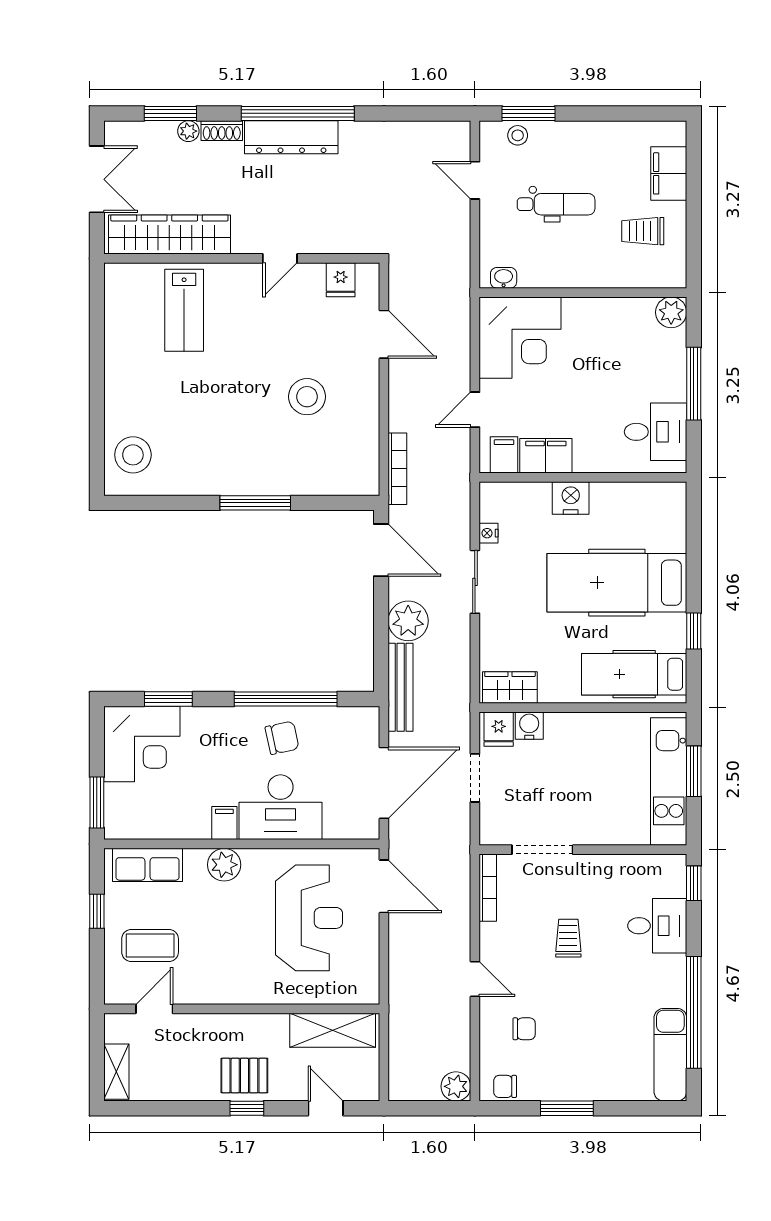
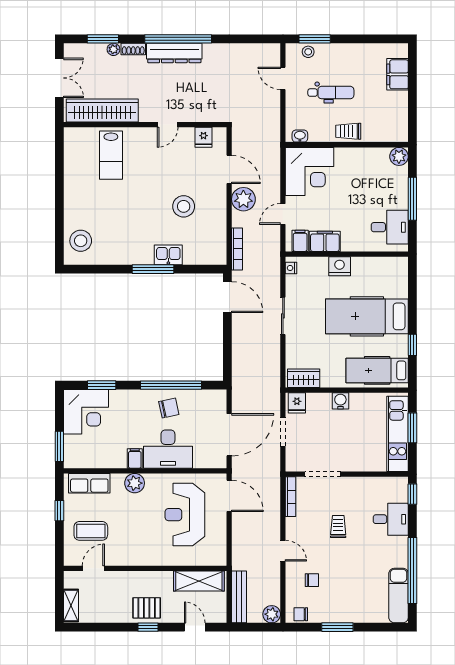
trolley: (643, 231) -> (348, 131), moved
kitchen sink: (281, 479) -> (168, 255), added
nightstand: (489, 533) -> (291, 268), moved
plant: (408, 621) -> (243, 199), moved
bench: (401, 687) -> (239, 597), moved
water cooler: (529, 726) -> (340, 401), moved
reception desk: (309, 918) -> (185, 515), turned 180

